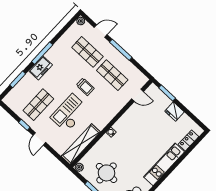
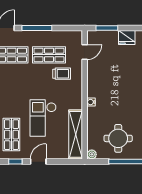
trolley: (85, 87) -> (62, 74), moved
door: (39, 139) -> (38, 162), swing flipped

